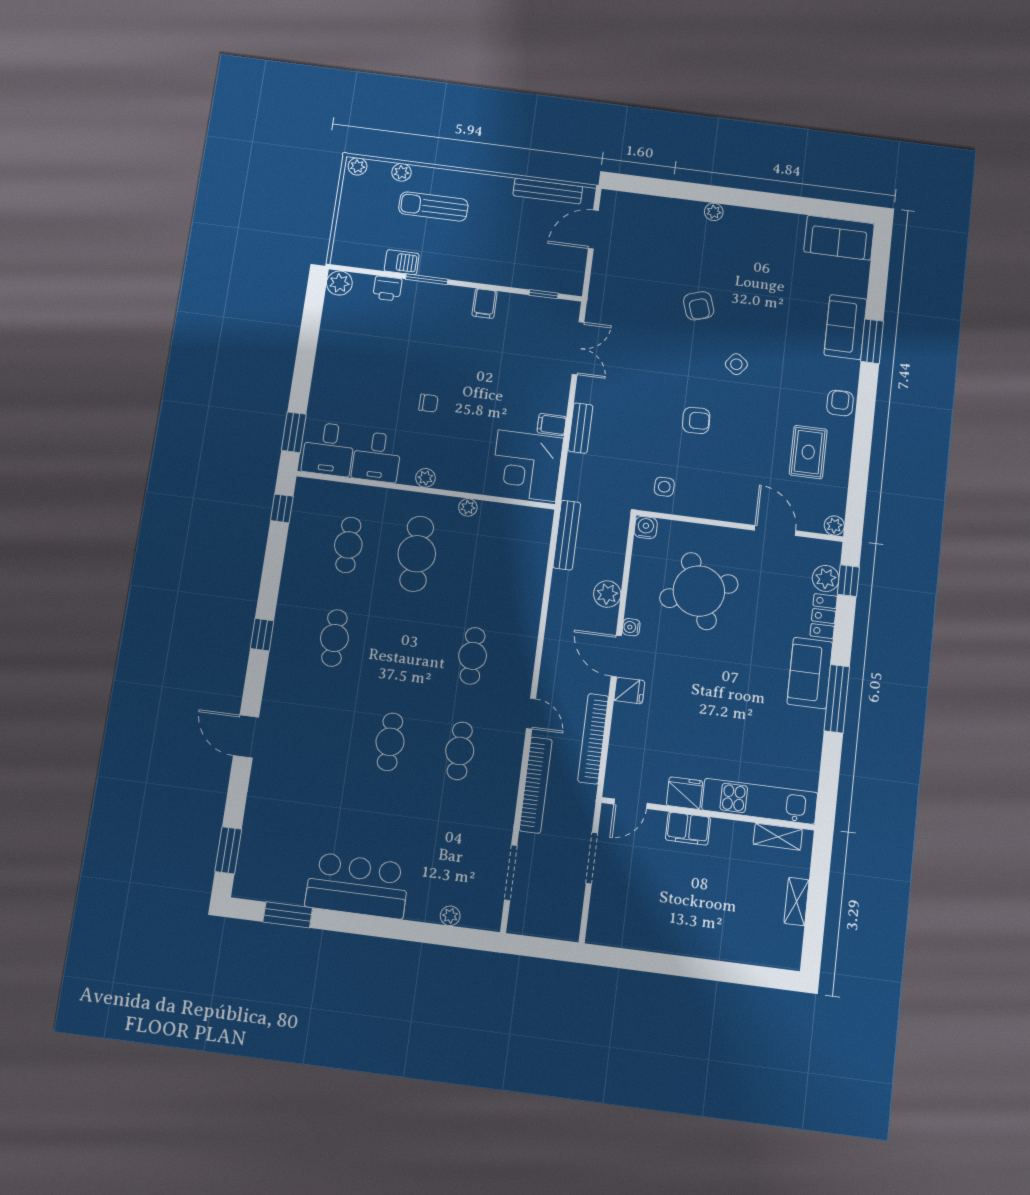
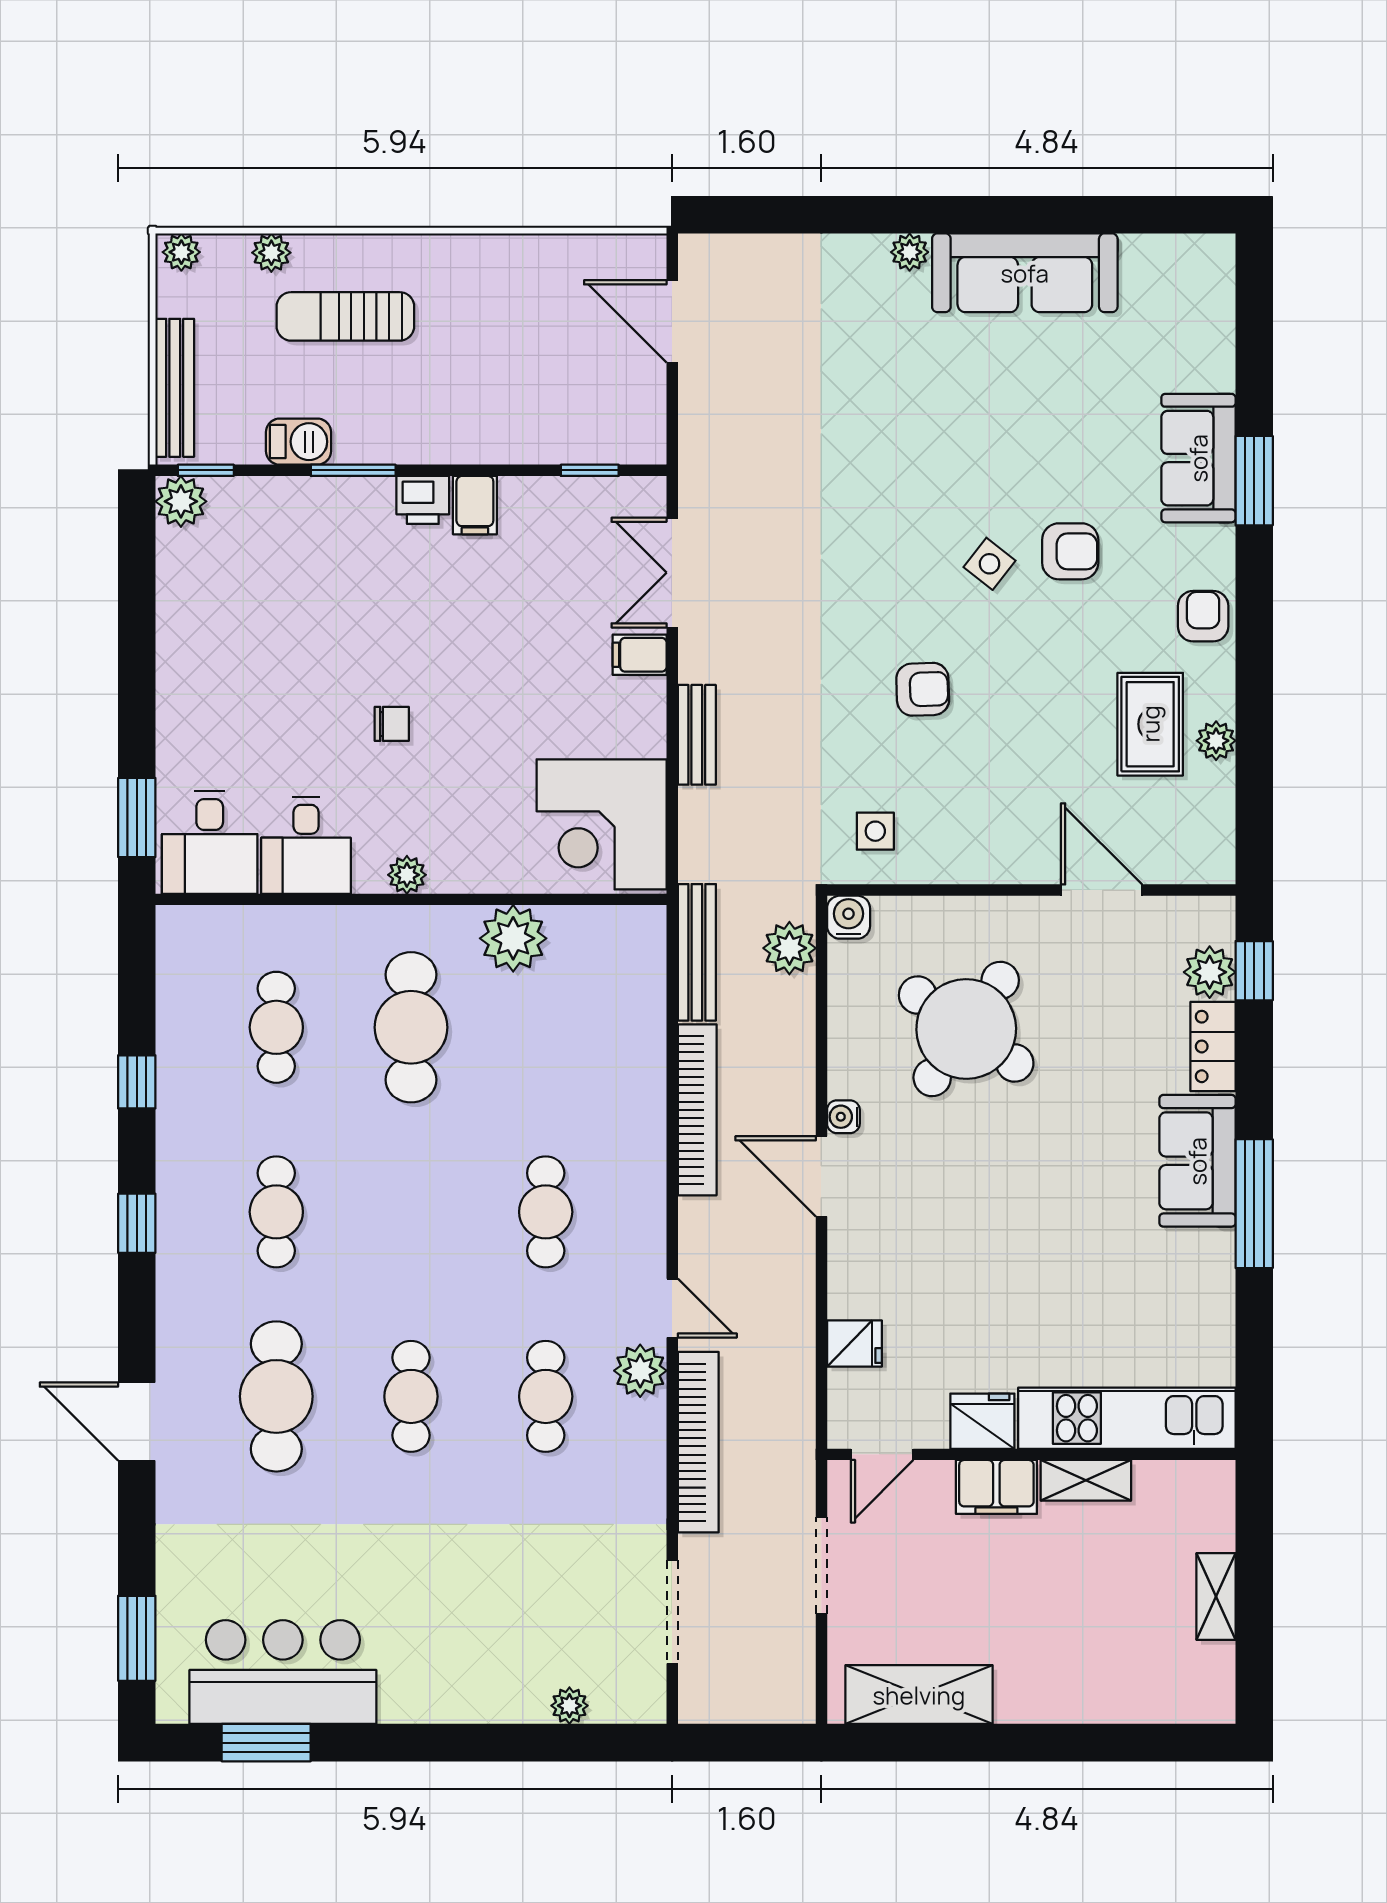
bench: (548, 191) -> (175, 388), moved, turned 90
door: (593, 229) -> (672, 321), hinge flipped
sofa: (839, 238) -> (1025, 273), moved, width x1.36
window: (354, 270) -> (206, 470), added
printer: (387, 288) -> (423, 500), moved
armchair: (699, 306) -> (1070, 551), moved, turned -72
double door: (578, 348) -> (672, 573), swing flipped
filing cabinet: (552, 425) -> (640, 655), moved
plant: (468, 507) -> (513, 938), width x1.88, depth x1.88
window: (282, 508) -> (137, 1082), moved
plant: (834, 526) -> (1216, 741), moved
round table: (699, 591) -> (966, 1029), turned -34
plant: (607, 594) -> (789, 948), moved
fridge: (629, 691) -> (854, 1344), moved
cafe table: (320, 733) -> (276, 1396), added
bookcase: (593, 739) -> (697, 1110), moved, turned 180
plant: (510, 744) -> (640, 1371), added
shelving: (778, 837) -> (1086, 1480), moved
bar counter: (357, 885) -> (283, 1672), moved
shelving: (635, 934) -> (919, 1695), added

